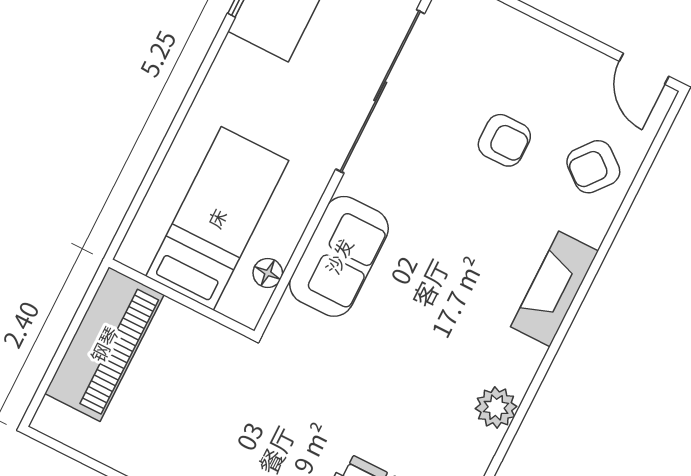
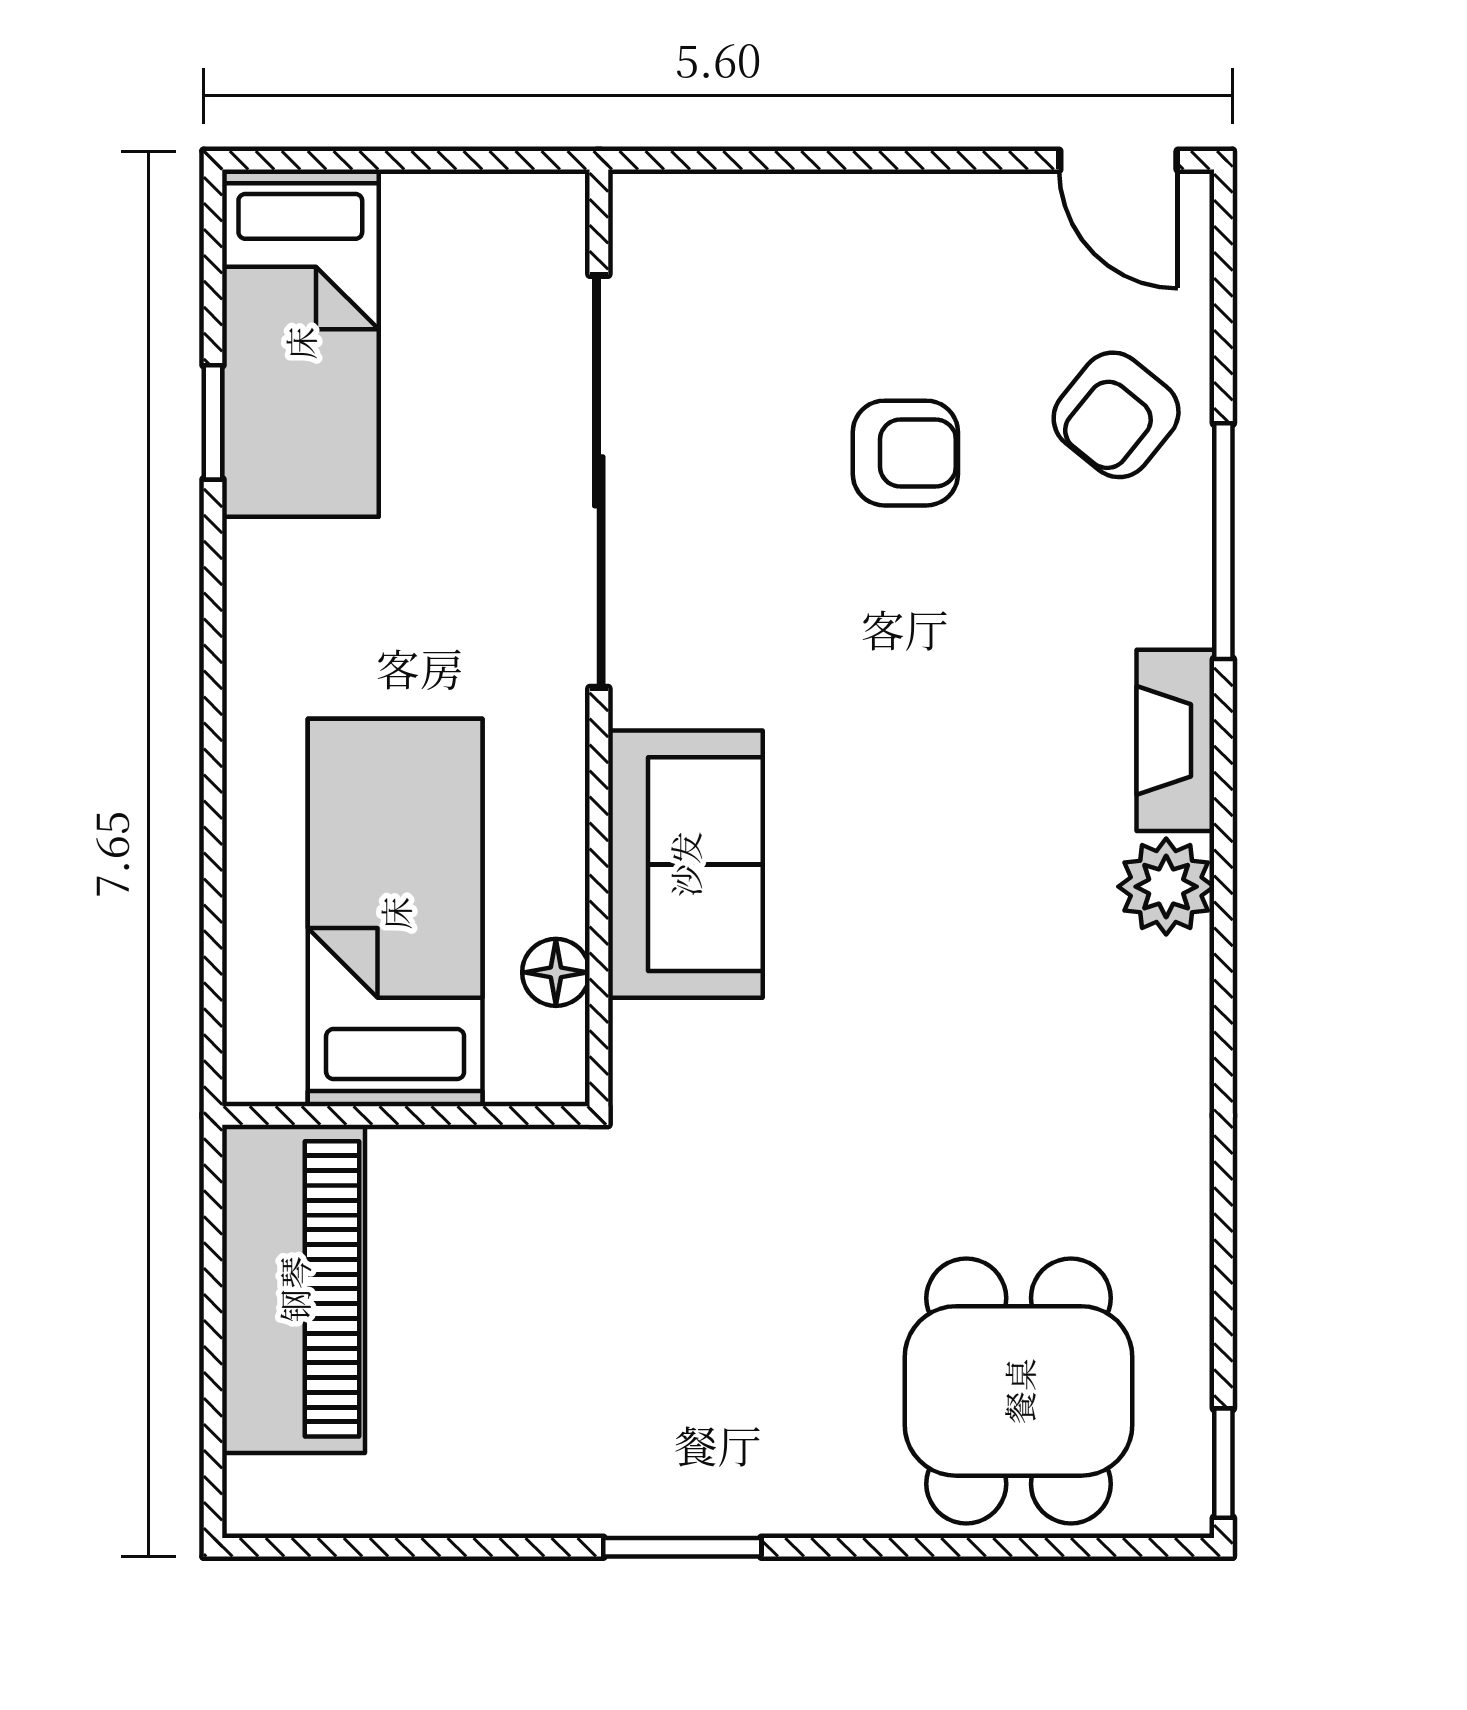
window: (610, 237) -> (1223, 541), added
fireplace: (554, 289) -> (1175, 740), width x0.73, depth x0.76
plant: (496, 407) -> (1166, 887), moved

